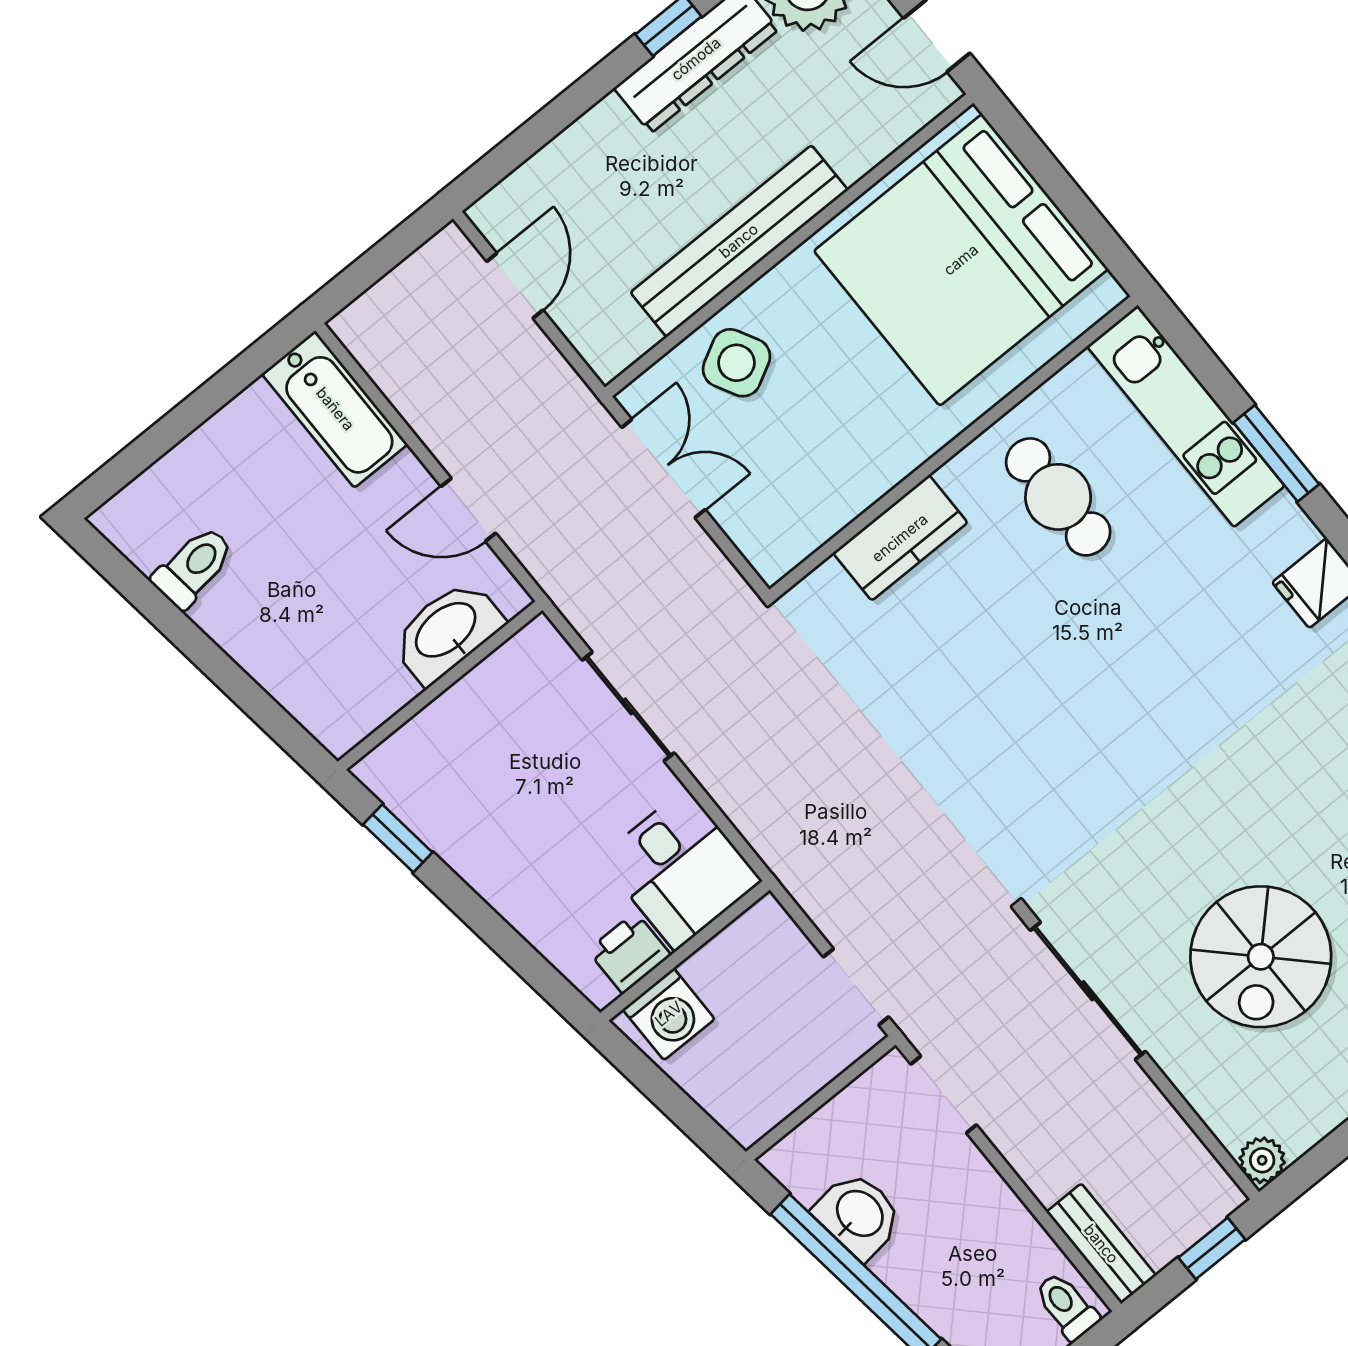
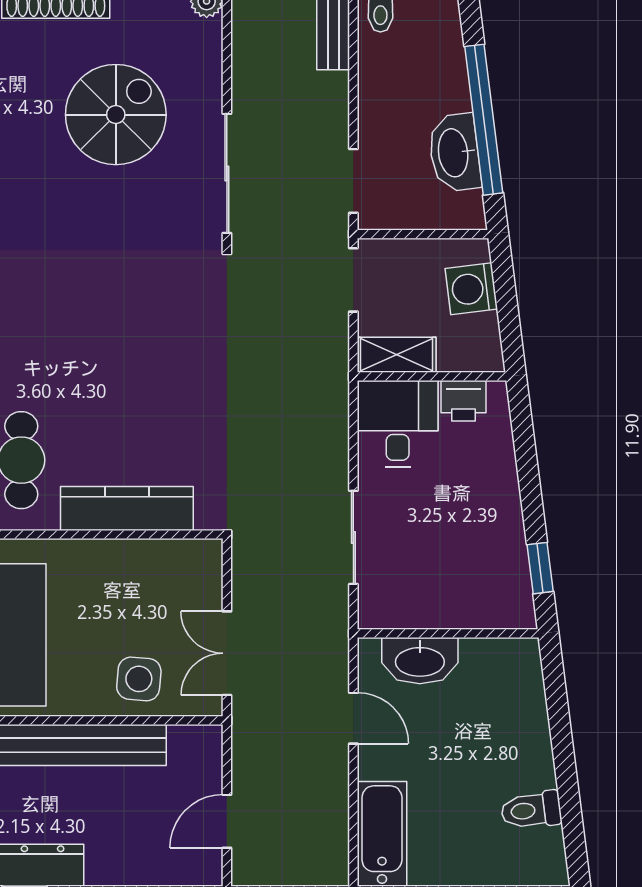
side table: (737, 363) -> (139, 679), turned 33
kitchen counter: (900, 538) -> (127, 508), width x1.50
shelving: (743, 944) -> (397, 355), added
washing machine: (669, 1014) -> (471, 289), moved, turned -97
washbasin: (858, 1215) -> (454, 153), width x1.38

